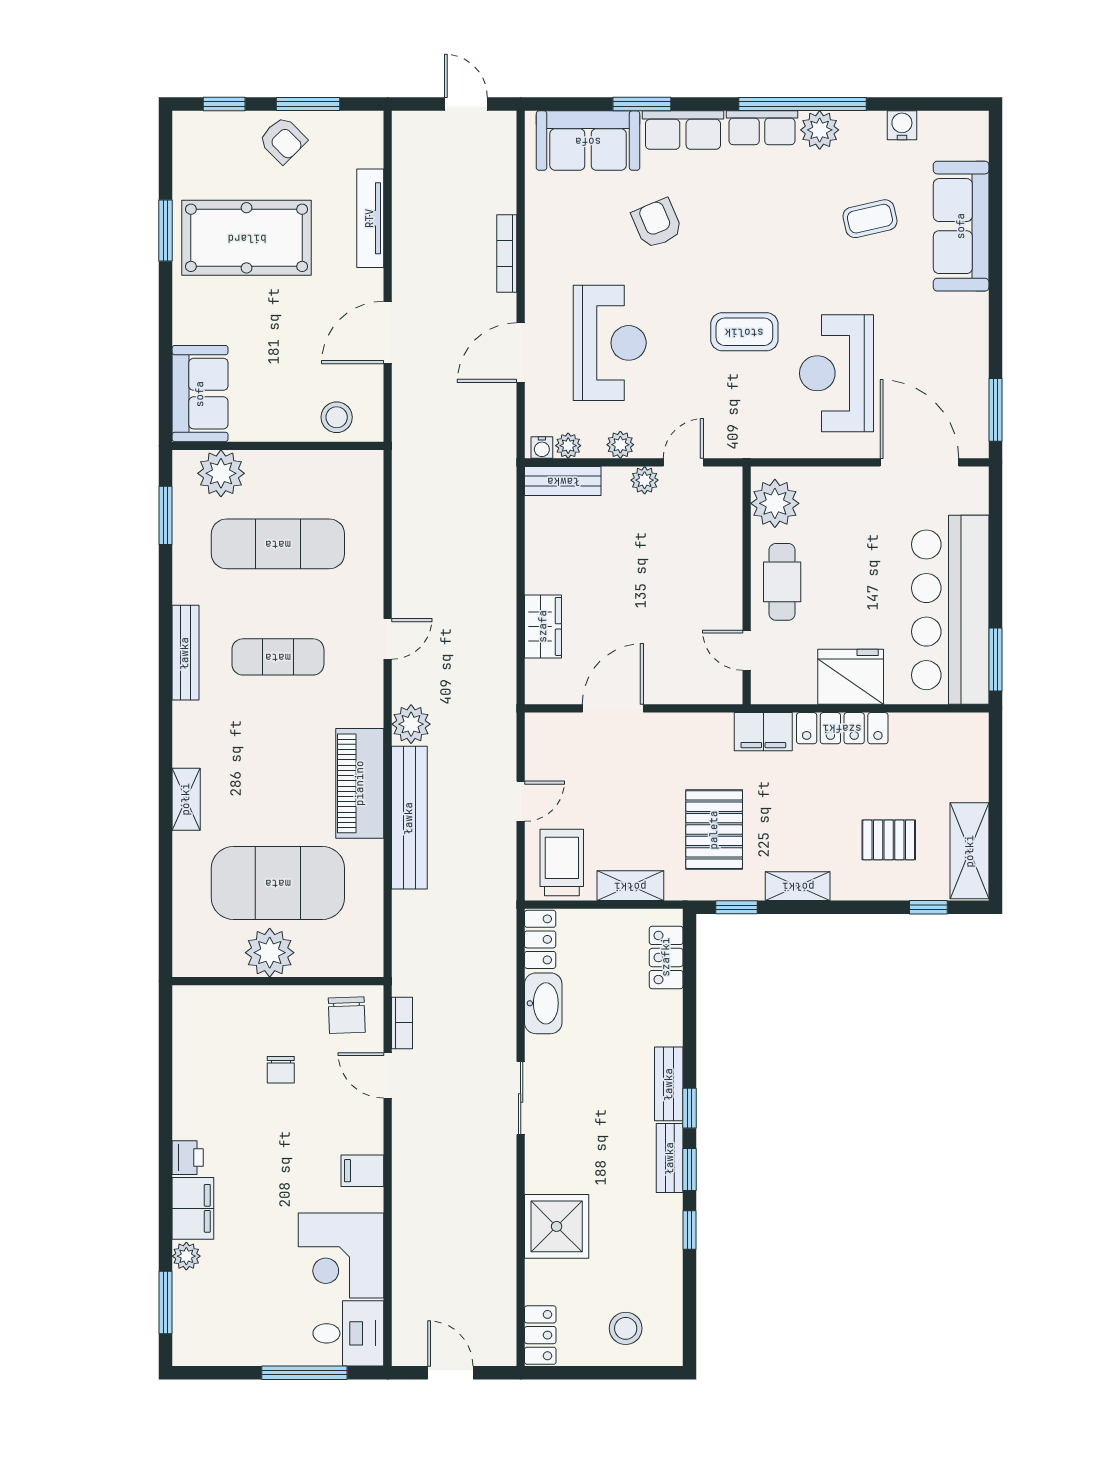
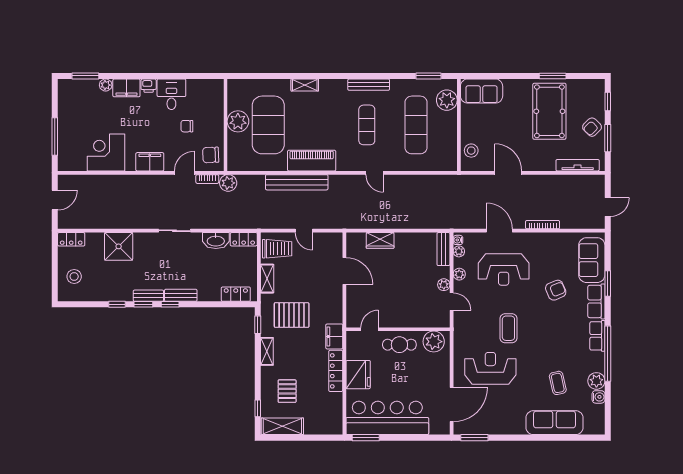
plant: (820, 130) -> (596, 381), moved
tv unit: (370, 218) -> (578, 165), moved
plant: (411, 724) -> (228, 183), moved
filing cabinet: (362, 1171) -> (150, 162), width x2.00
desk: (348, 1333) -> (171, 94), moved, turned 180

